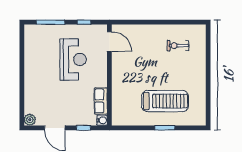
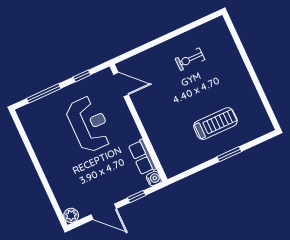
exercise bike: (178, 46) -> (190, 59), moved
treadmill: (165, 101) -> (215, 124), width x0.73, depth x0.73

